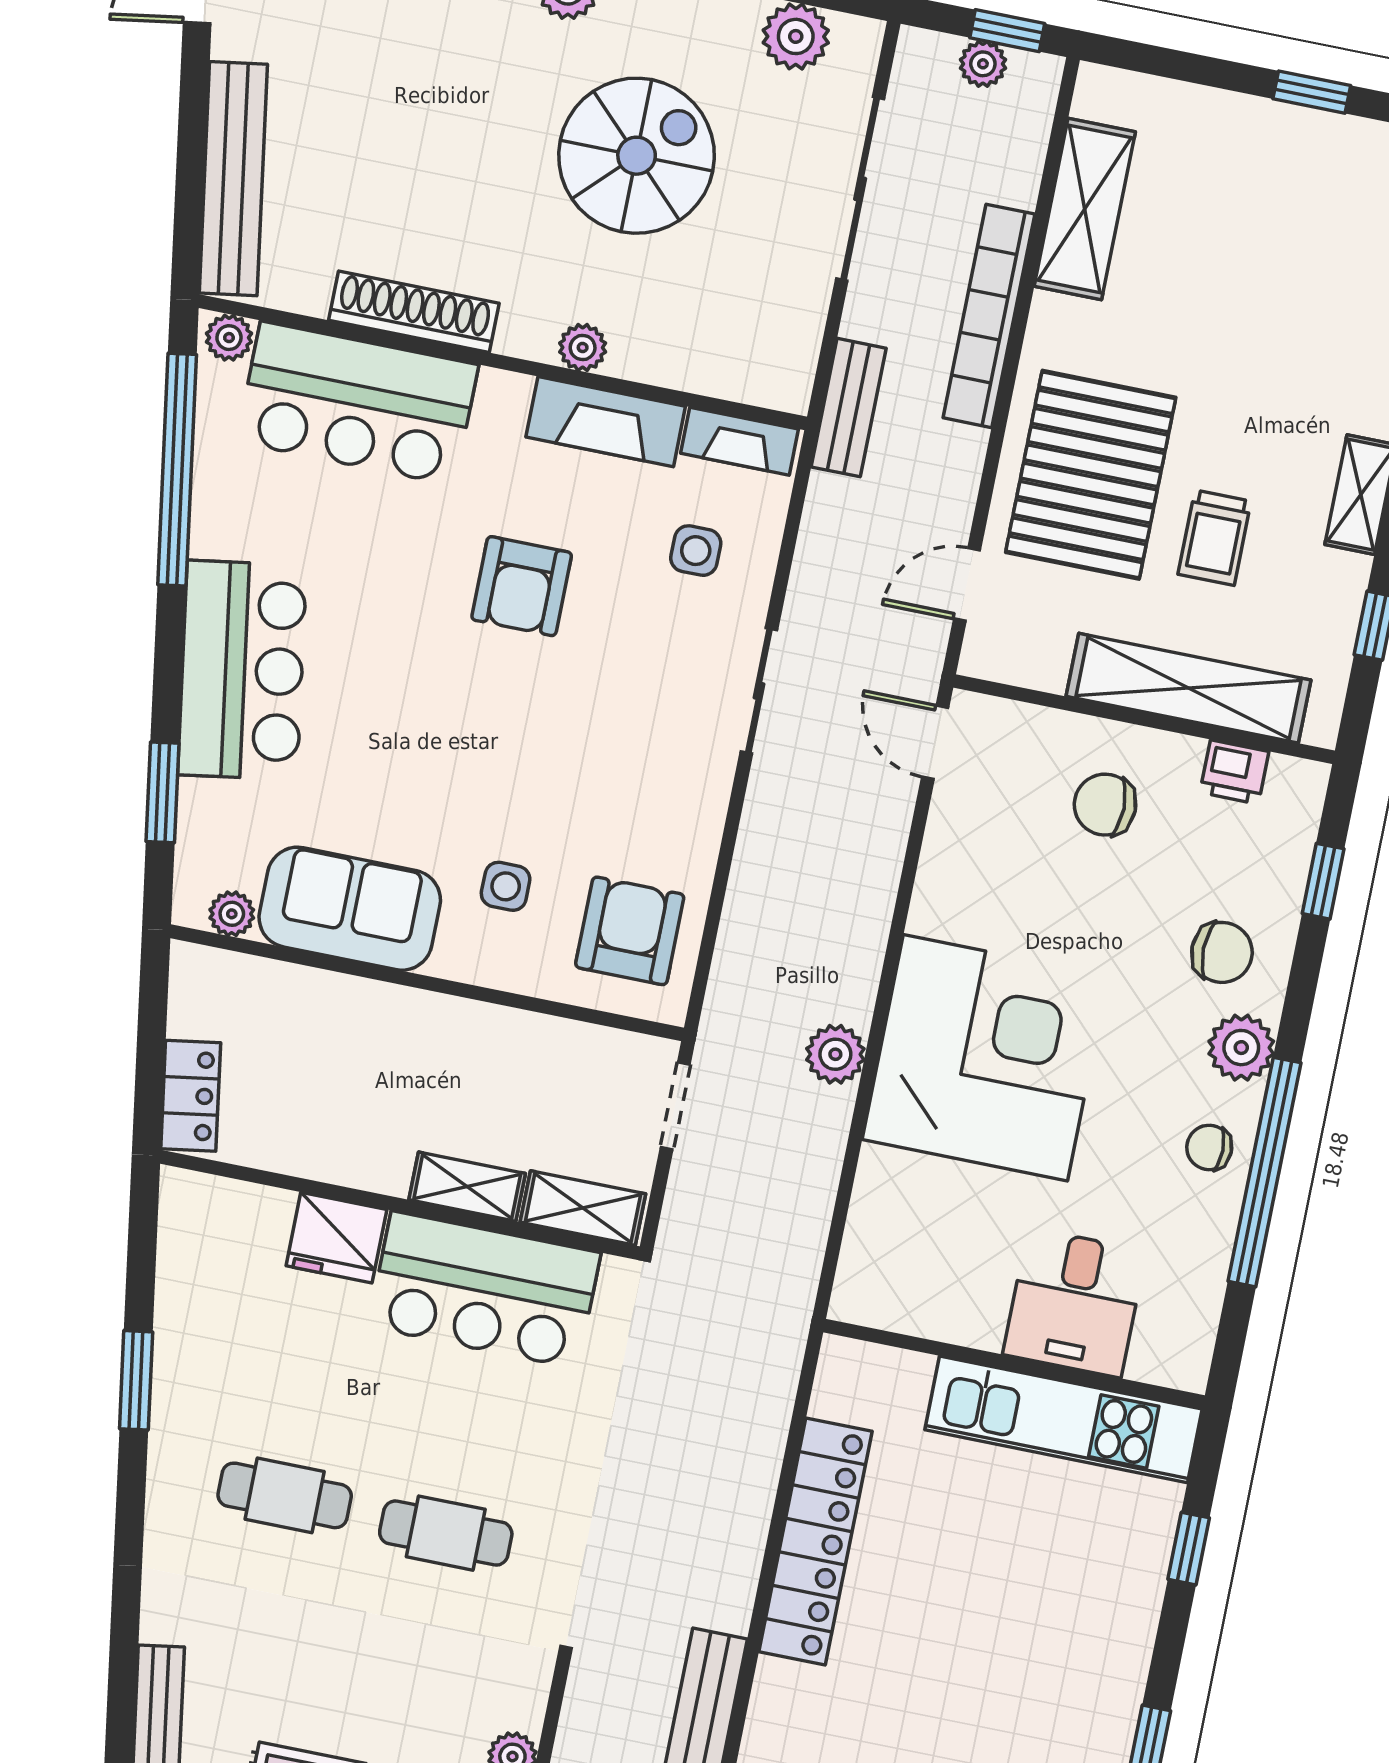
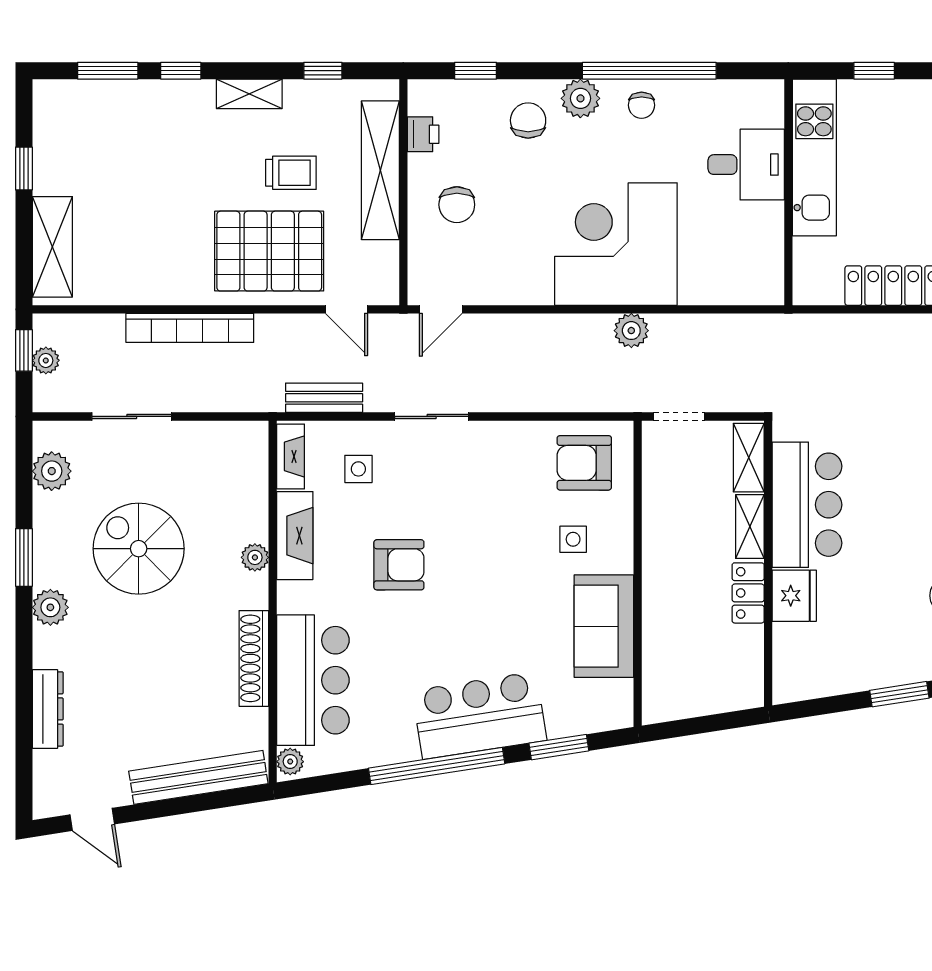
sliding door: (860, 189) -> (132, 416), width x0.73
shelving: (1085, 209) -> (52, 247), moved, turned 90
bench: (849, 408) -> (324, 398), moved
window: (177, 470) -> (437, 766), moved
plant: (232, 914) -> (621, 693), removed
locker: (191, 1096) -> (748, 593), moved, turned -81

